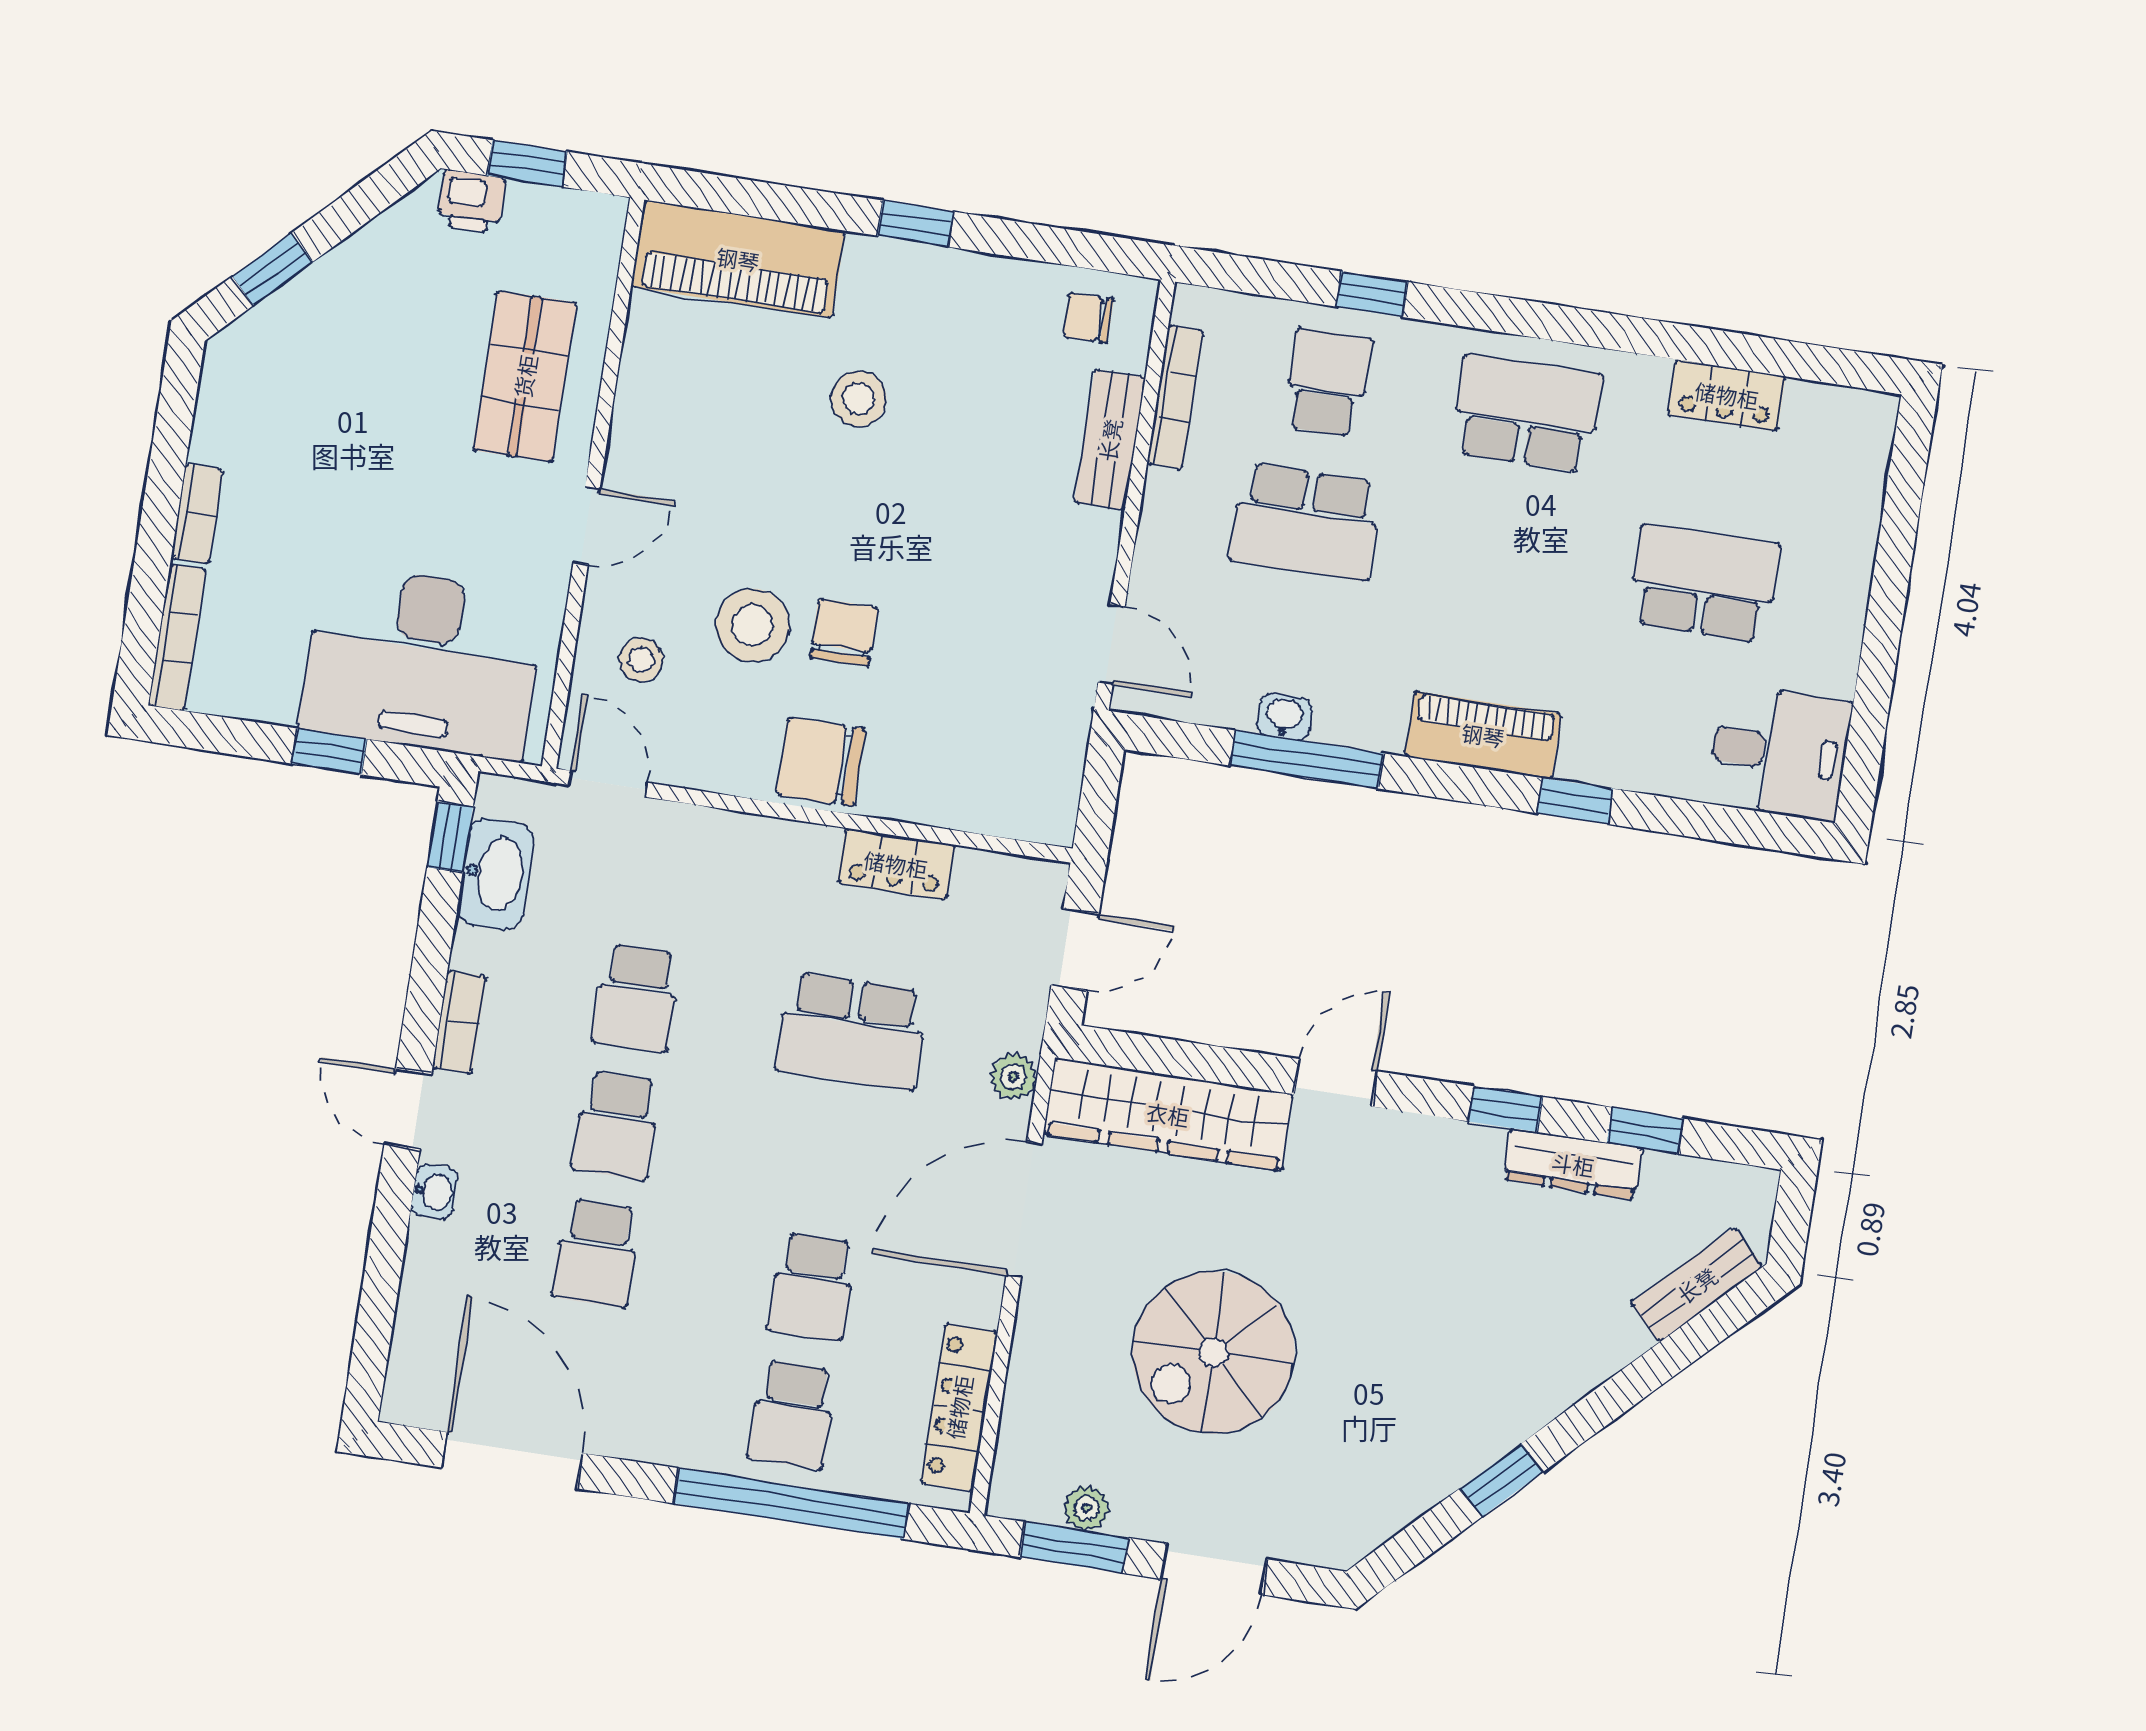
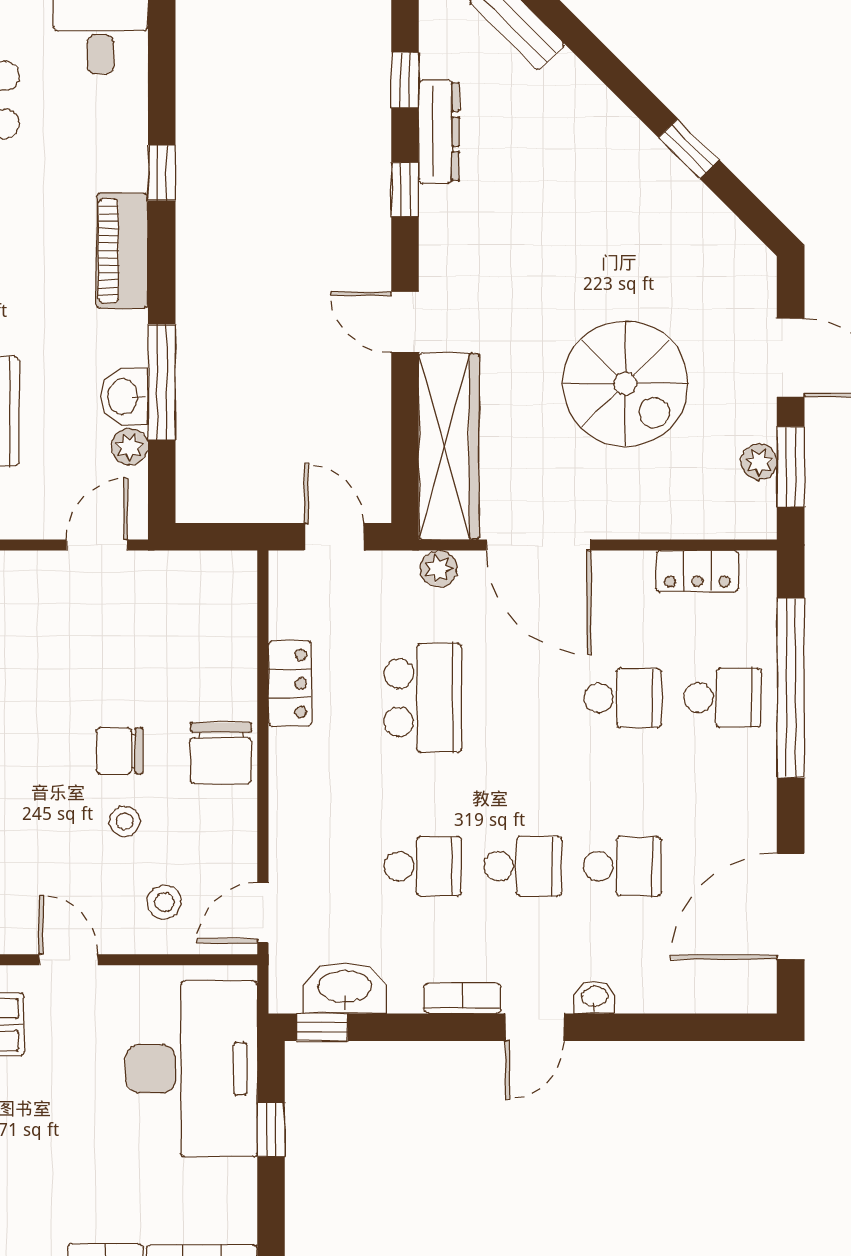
stool: (753, 625) -> (125, 821), width x0.53, depth x0.53
plant: (1231, 706) -> (130, 447), added
washbasin: (1285, 716) -> (124, 397), width x1.38, depth x1.45
locker: (959, 1407) -> (697, 571), width x0.66

